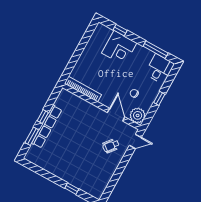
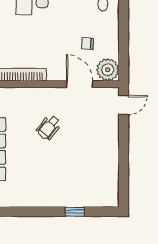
window: (159, 98) -> (124, 32), removed
wheelchair: (111, 146) -> (49, 127), moved

